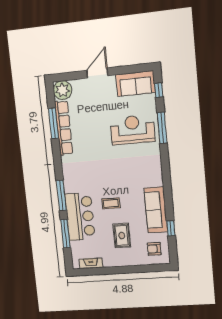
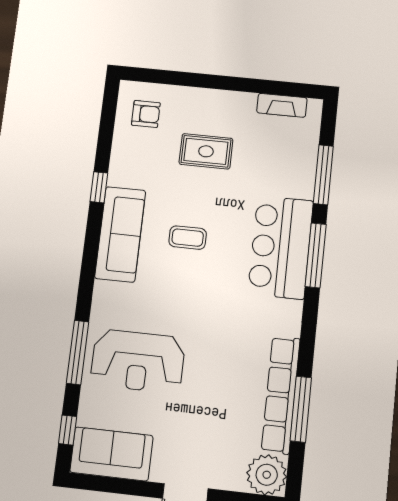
coffee table: (111, 203) -> (188, 238), moved
sofa: (156, 210) -> (120, 234), moved
bar counter: (80, 216) -> (281, 247), moved
window: (171, 228) -> (99, 187), moved
rug: (122, 235) -> (206, 151), turned 90

